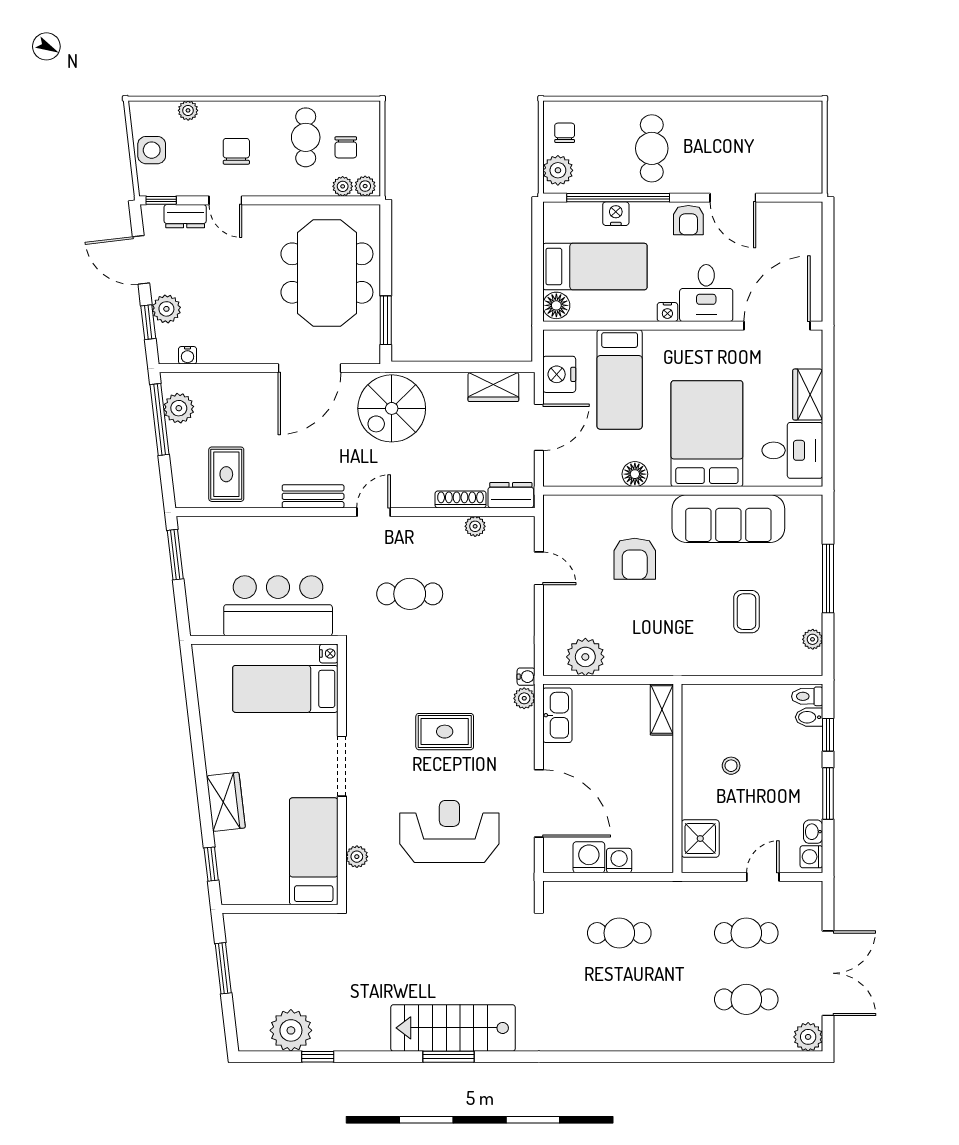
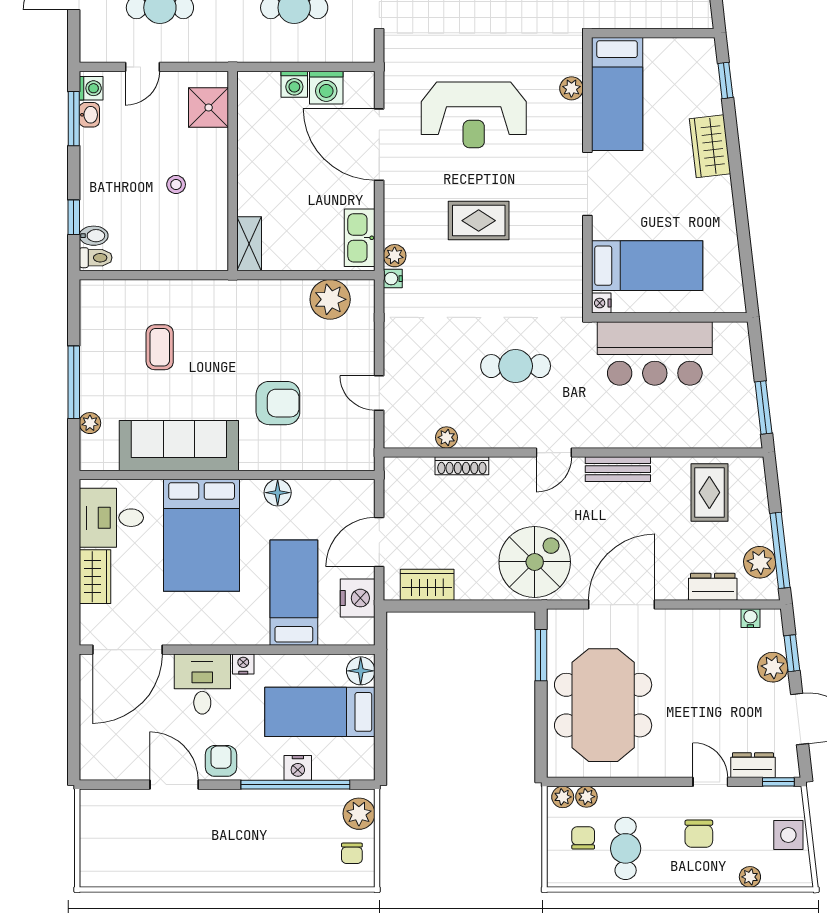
cafe table: (652, 148) -> (260, 837), removed
dresser: (511, 495) -> (713, 587), moved, turned 180
armchair: (635, 559) -> (278, 403), turned 90
plant: (813, 639) -> (90, 423), moved
window: (828, 793) -> (74, 119), moved

